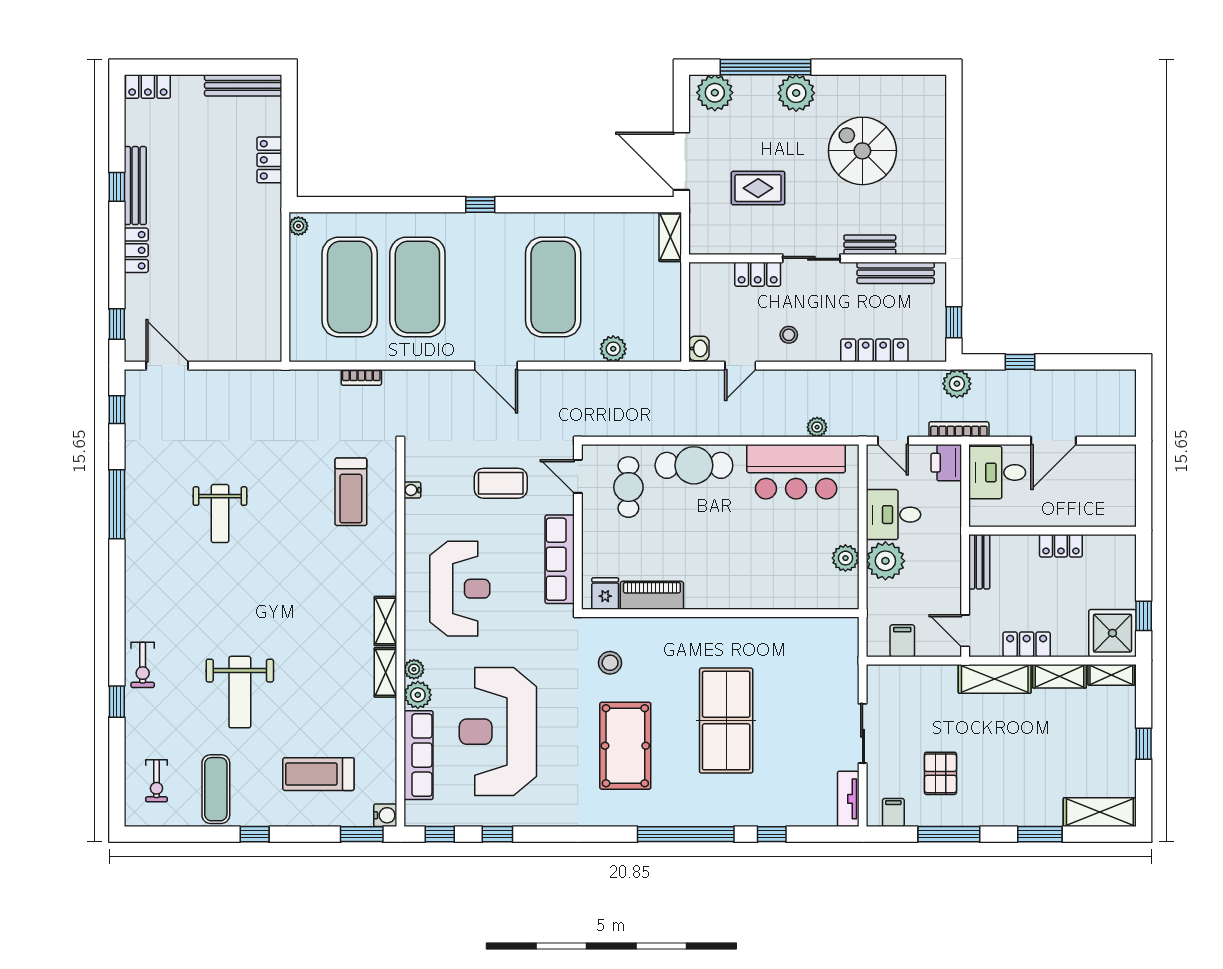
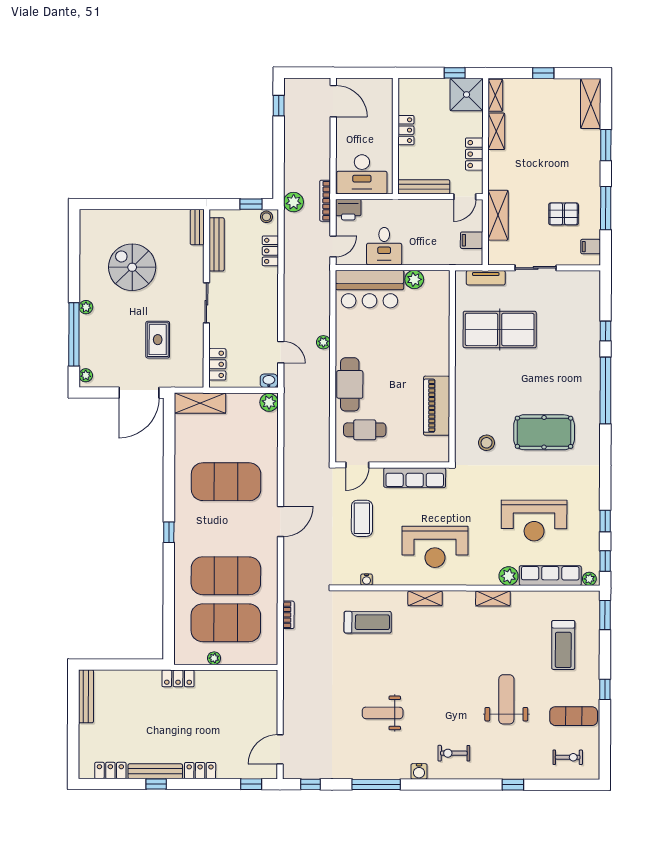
locker: (148, 87) -> (110, 770), moved, turned -90
plant: (715, 93) -> (86, 375), width x0.53, depth x0.53
plant: (796, 93) -> (86, 307), width x0.53, depth x0.53
spiral stairs: (862, 151) -> (132, 267), turned 90
locker: (269, 160) -> (178, 678), moved
plant: (298, 226) -> (214, 658), moved
shelving: (670, 237) -> (200, 403), width x1.50, depth x1.33
bench: (870, 245) -> (197, 227), moved
locker: (758, 274) -> (217, 364), moved
stool: (789, 335) -> (266, 217), moved
plant: (613, 349) -> (269, 402), moved
locker: (874, 350) -> (270, 251), width x0.66
window: (1020, 362) -> (279, 106), moved
plant: (817, 427) -> (323, 342), moved
door: (1054, 441) -> (333, 101), moved
bar counter: (796, 472) -> (370, 289), moved, turned 90
desk: (997, 472) -> (362, 174), width x1.37
weight bench: (220, 514) -> (383, 713), turned 180
plant: (885, 561) -> (416, 252), removed
bench: (979, 562) -> (424, 187), width x1.36
reception desk: (460, 589) -> (435, 547), turned 180
fridge: (605, 594) -> (439, 446), removed
piano: (652, 595) -> (437, 406), width x1.37, depth x1.33
shelving: (386, 621) -> (425, 598), moved
exercise bike: (143, 665) -> (454, 753), moved, turned 180
plant: (414, 669) -> (589, 579), moved
shelving: (995, 679) -> (498, 215), moved
weight bench: (240, 692) -> (506, 699), turned -90
table tennis table: (726, 721) -> (500, 329), moved
reception desk: (498, 732) -> (534, 521), width x0.74, depth x0.77
tv unit: (848, 799) -> (486, 278), moved
water cooler: (385, 815) -> (419, 771), moved, turned 180

